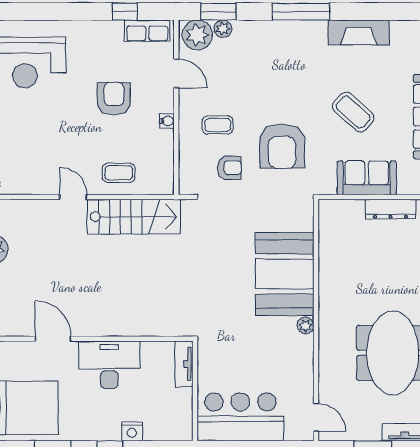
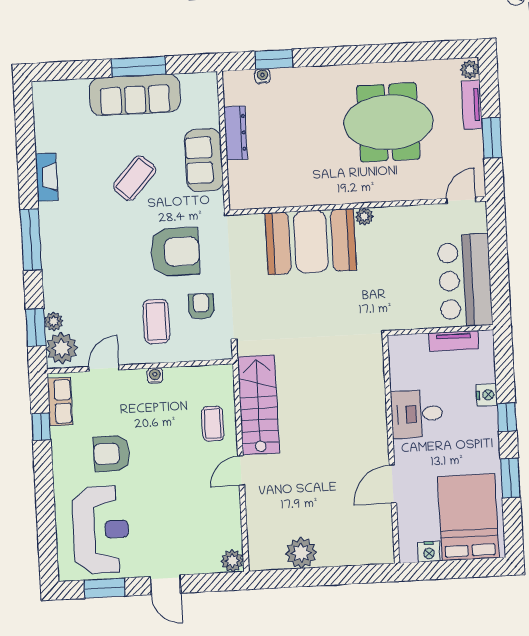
fireplace: (359, 32) -> (47, 177), width x0.73, depth x0.76
armchair: (114, 99) -> (112, 454), moved
coffee table: (218, 125) -> (156, 321), width x1.36, depth x1.30
tv unit: (184, 364) -> (454, 341), moved
desk: (109, 365) -> (417, 414), width x0.73

